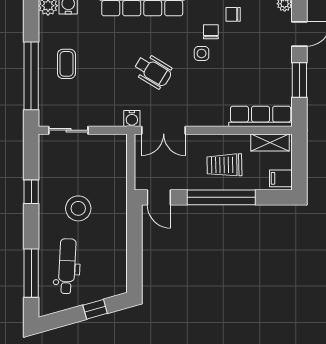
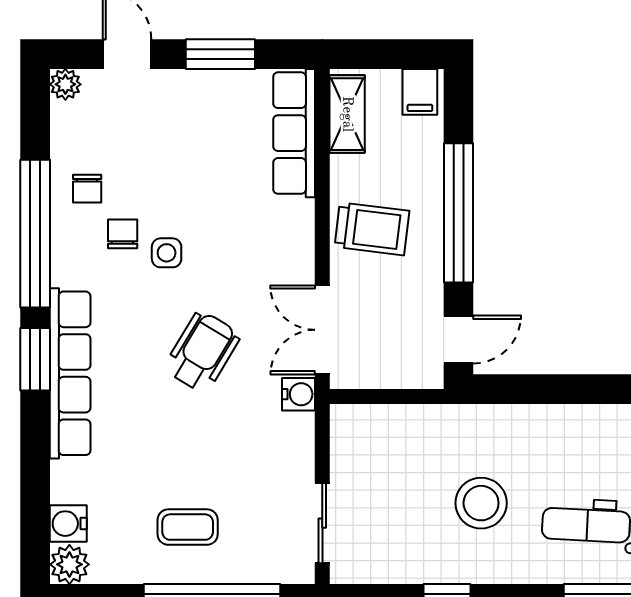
chair: (211, 32) -> (123, 234), turned 90
double door: (164, 130) -> (322, 330), swing flipped
trolley: (224, 165) -> (372, 229), moved, turned -82

